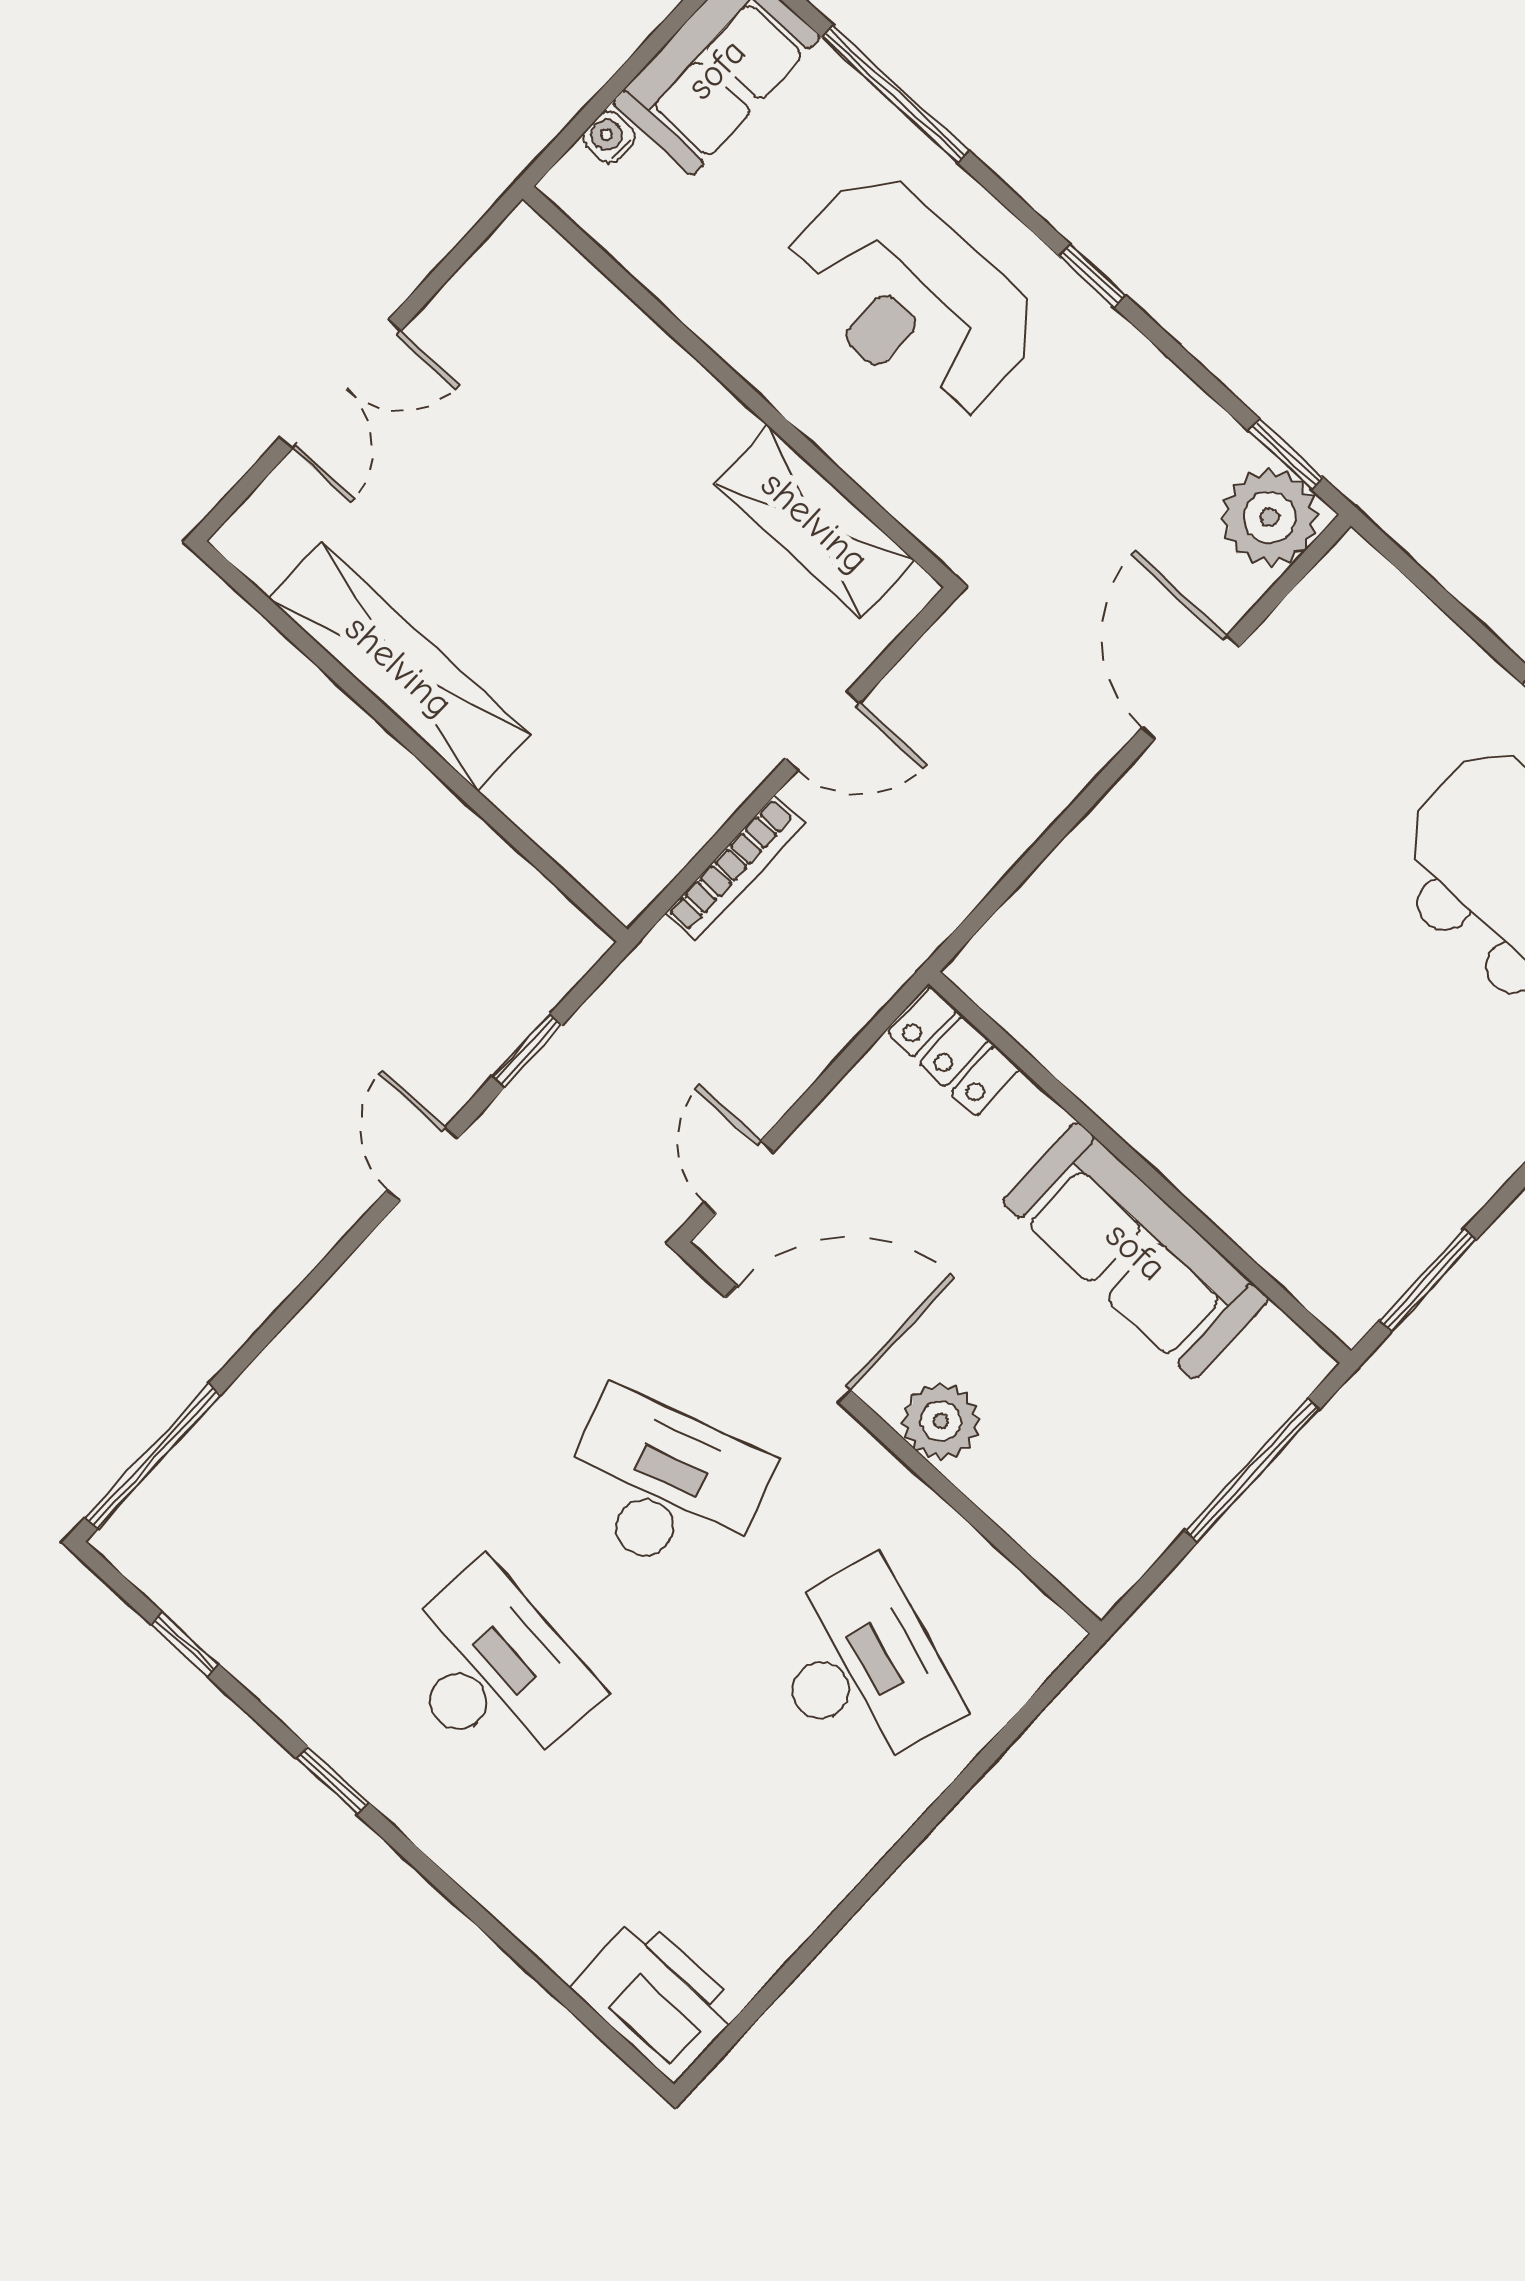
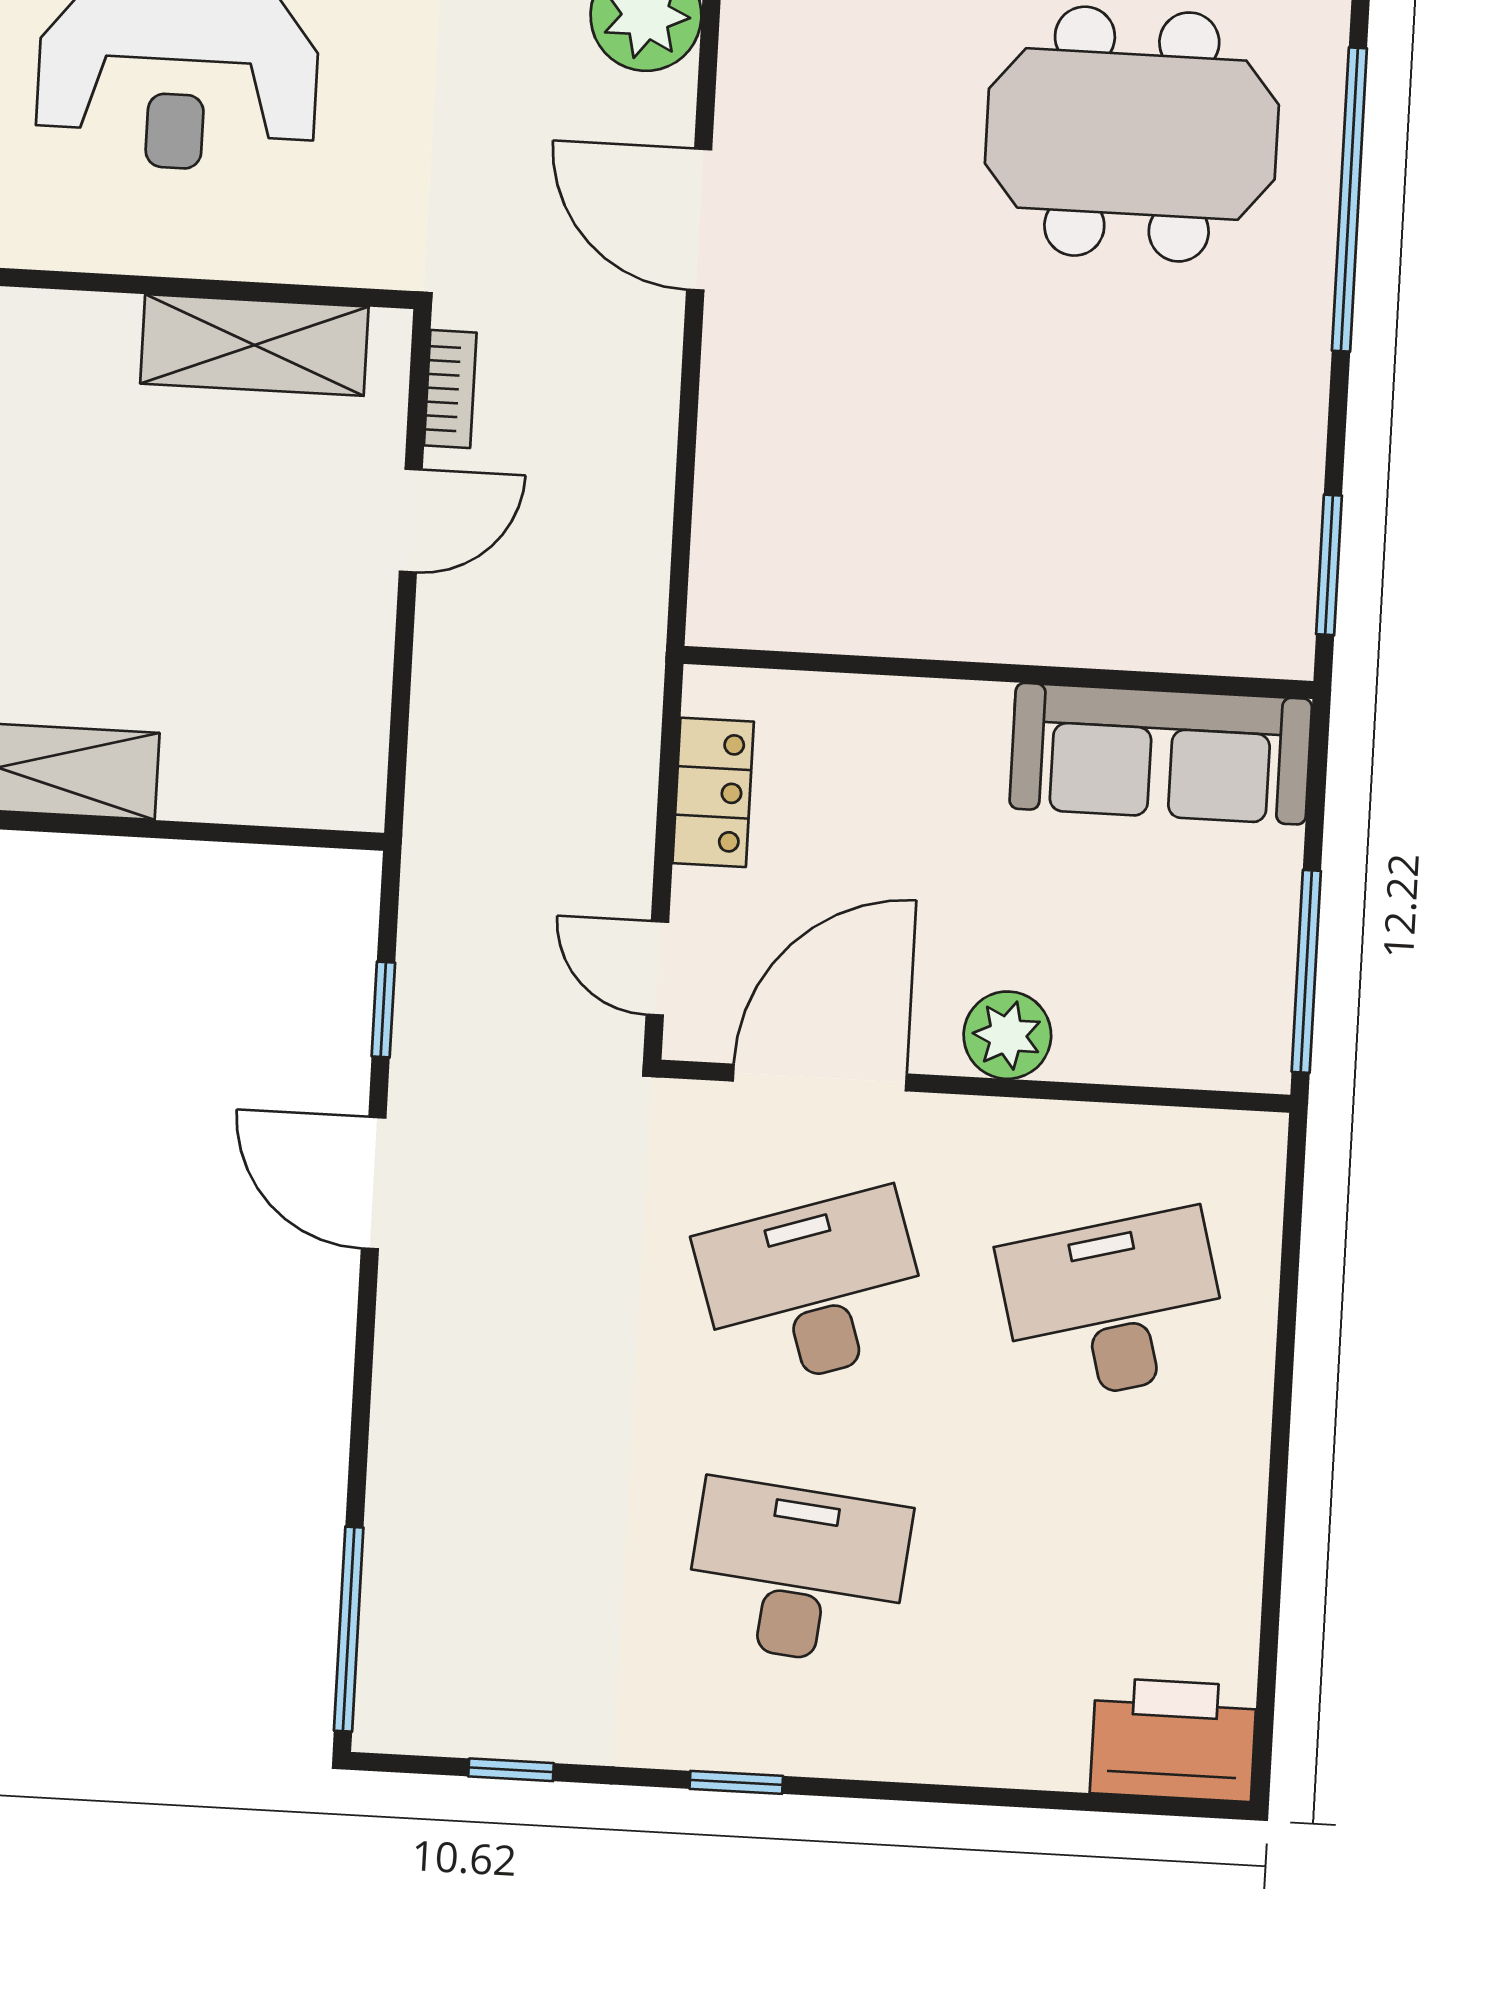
bookcase: (734, 868) -> (450, 389), moved, width x0.64
locker: (954, 1051) -> (713, 792), moved, turned -90
door: (423, 1164) -> (374, 1183), width x1.38
sofa: (1136, 1251) -> (1161, 754), moved
window: (1252, 1470) -> (1306, 971), moved
desk: (860, 1668) -> (1114, 1307), turned -33

